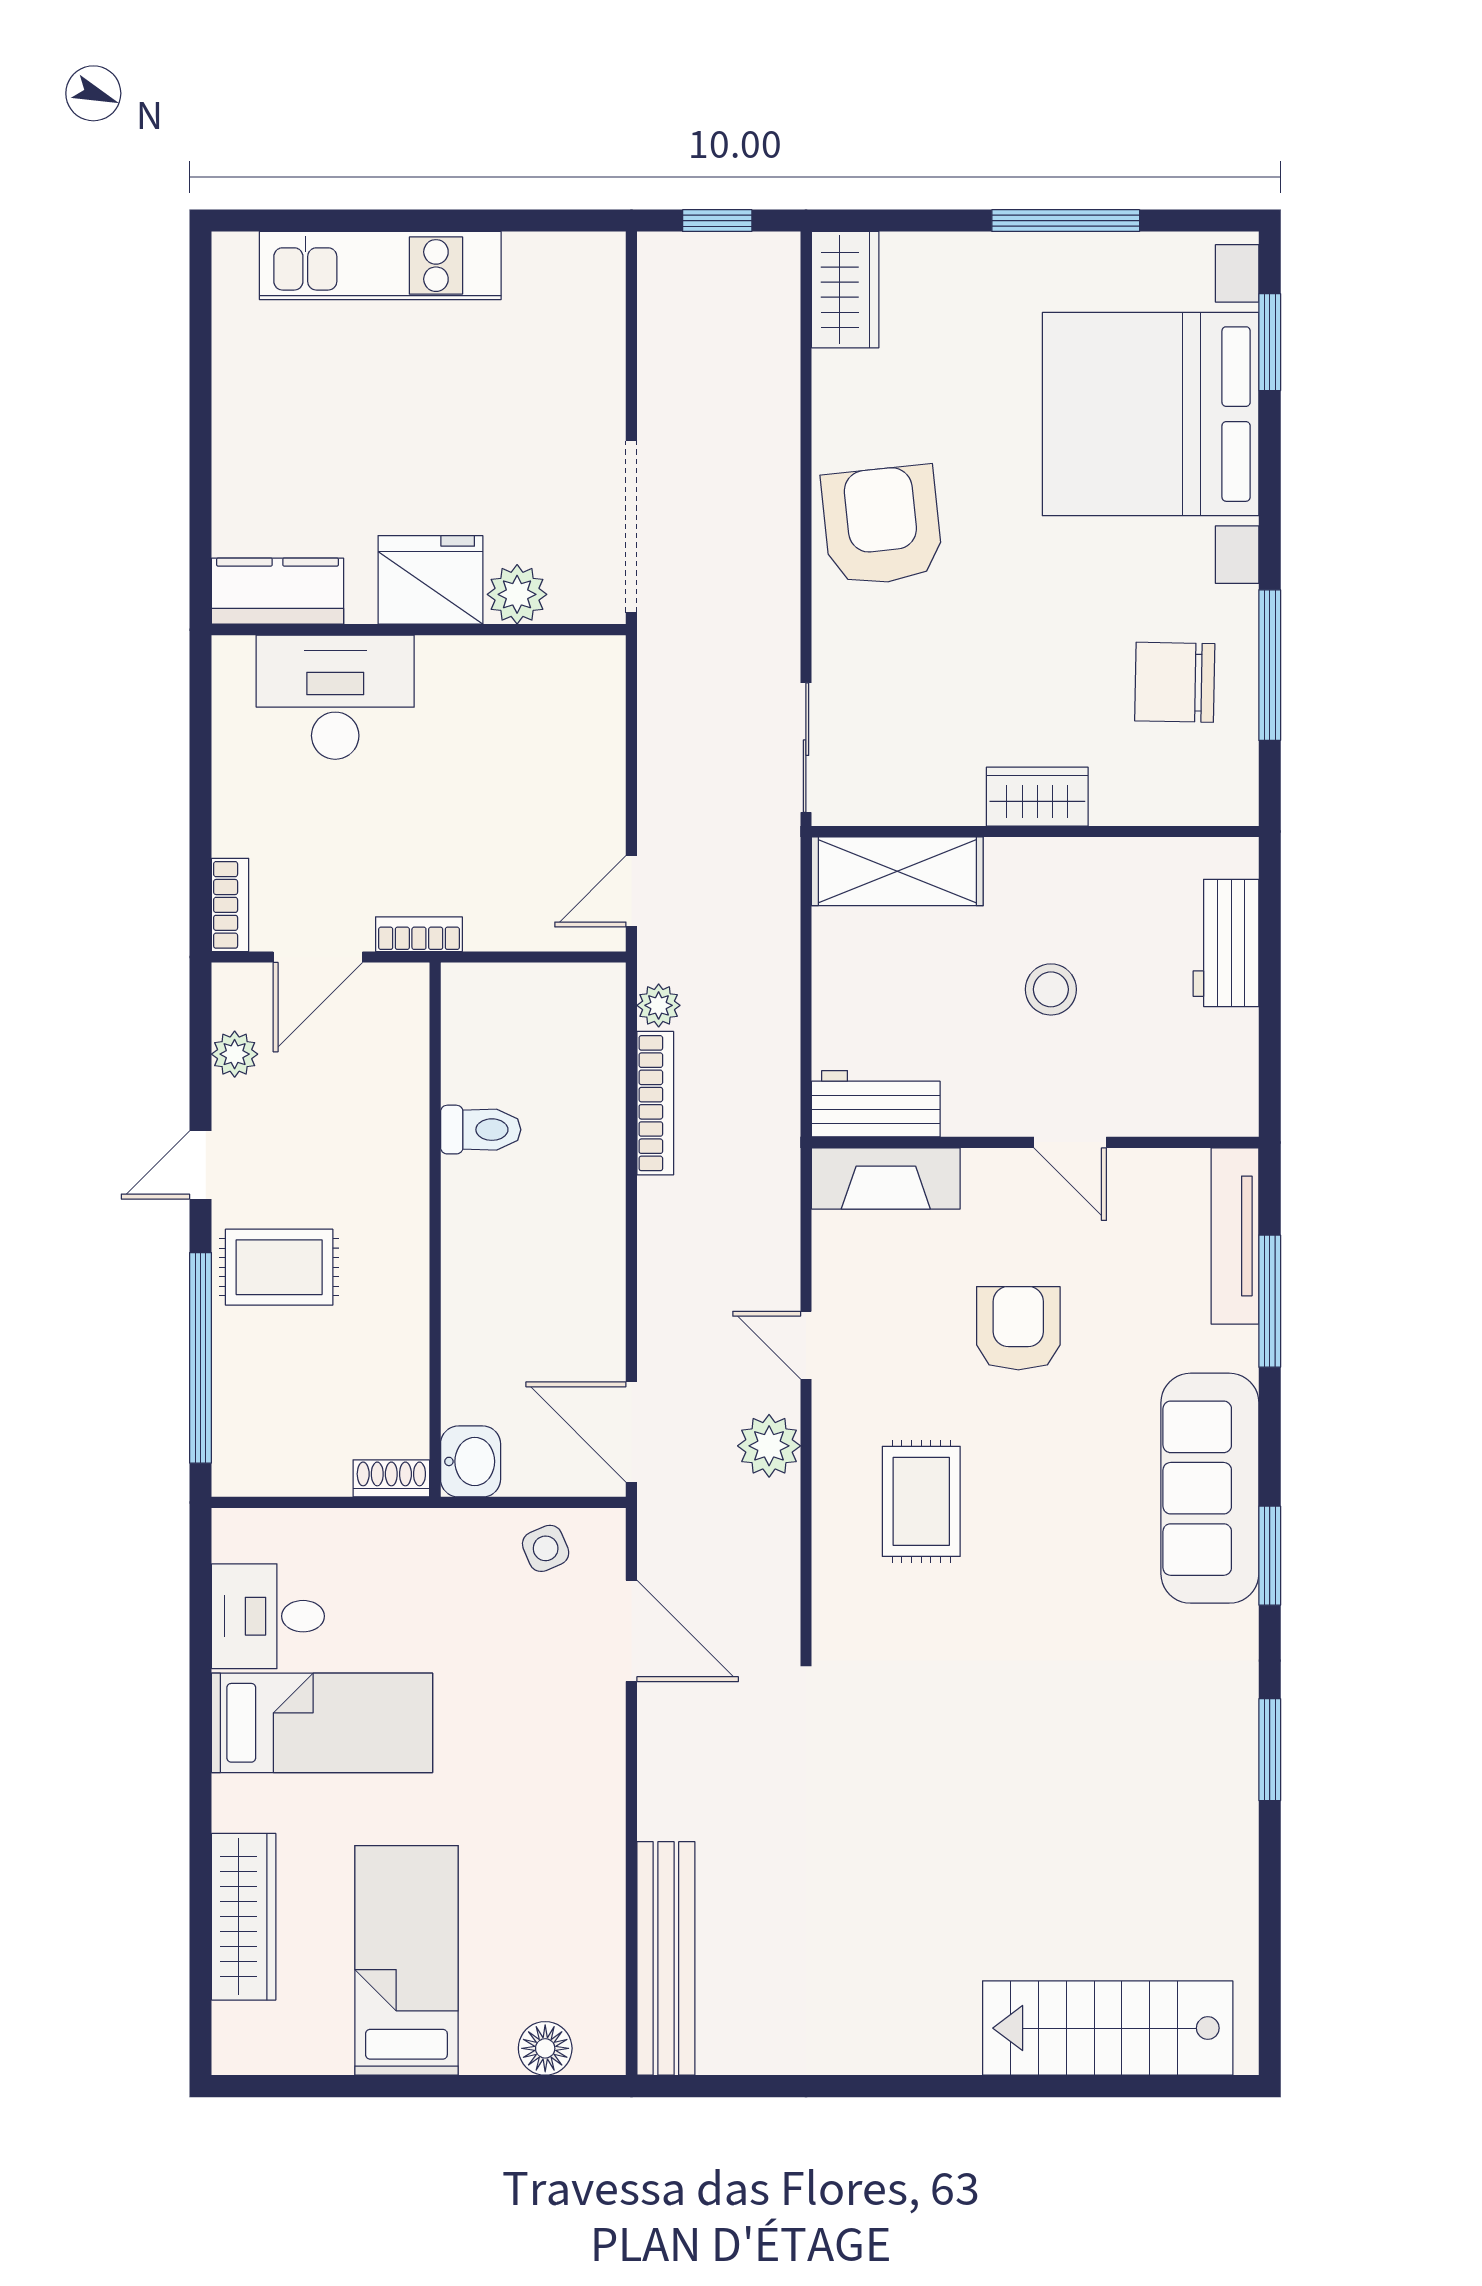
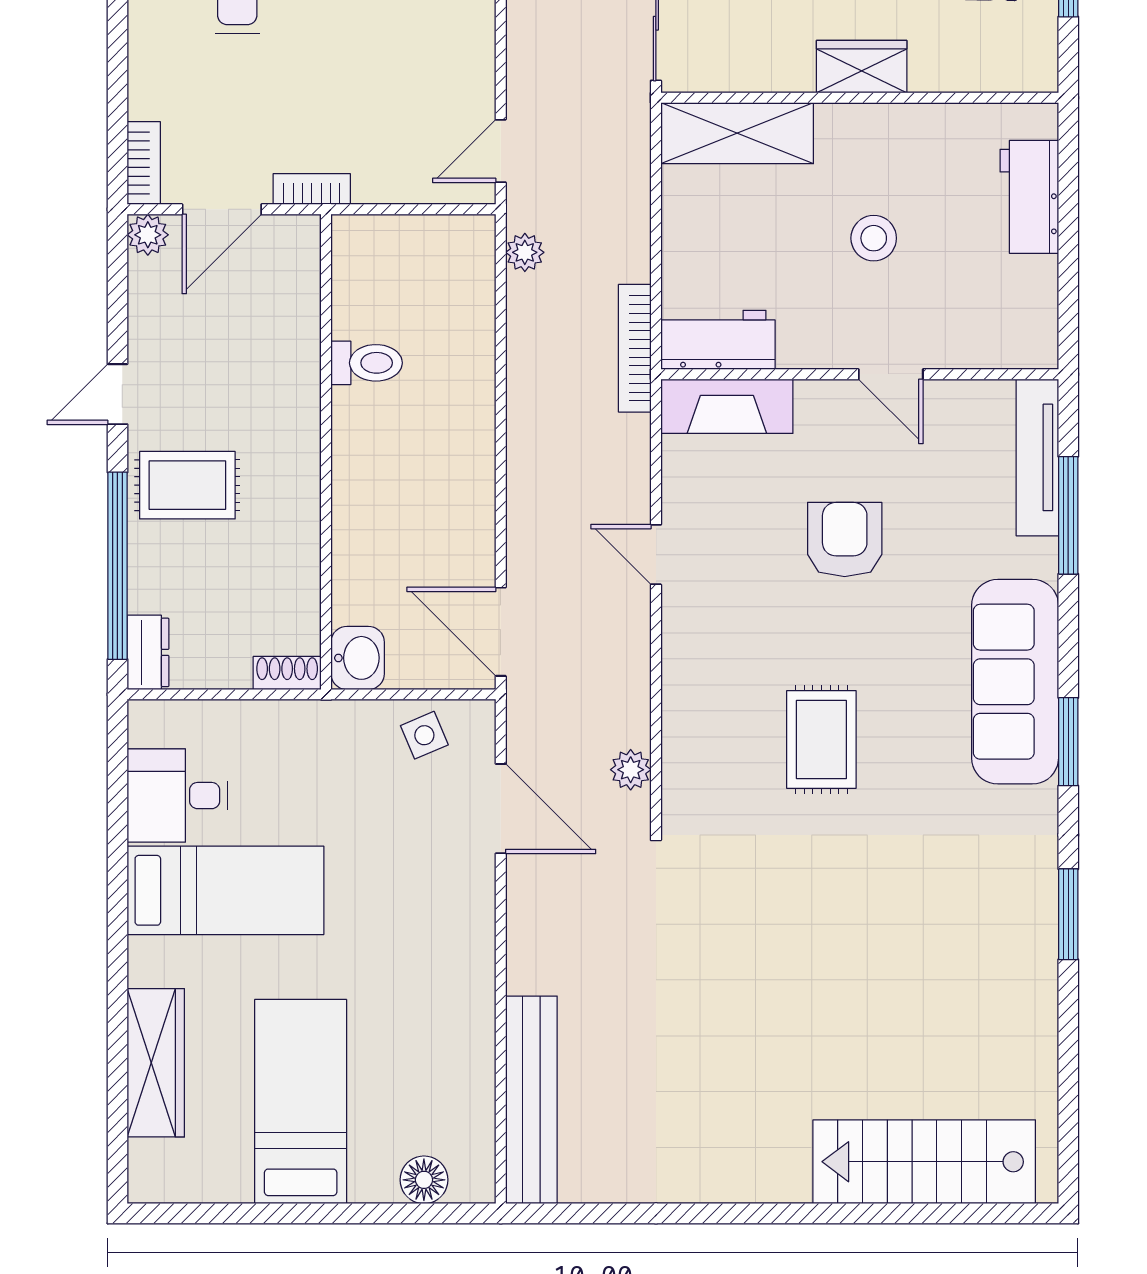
plant: (235, 1054) -> (148, 235), moved
bookcase: (655, 1103) -> (635, 348), moved, turned 180
plant: (769, 1446) -> (631, 770), moved, width x0.73, depth x0.73
dresser: (235, 1455) -> (148, 652), added
rug: (921, 1501) -> (821, 740), moved

